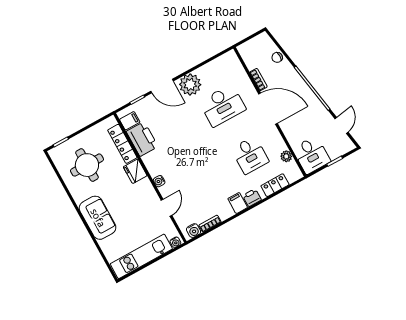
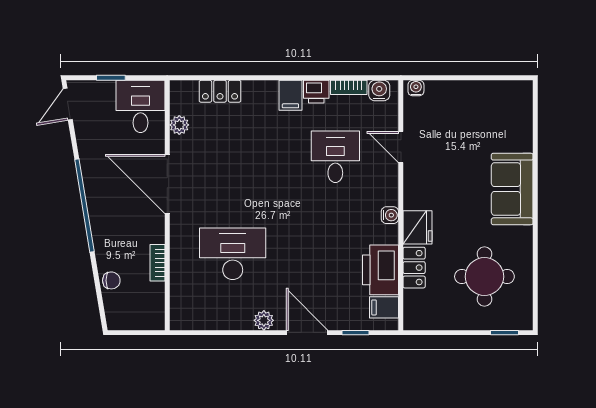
plant: (190, 85) -> (264, 320), width x0.53, depth x0.53
door: (268, 109) -> (167, 184), moved
door: (341, 125) -> (68, 104), moved
locker: (122, 144) -> (414, 268), width x0.66
desk: (250, 155) -> (335, 157), moved
water cooler: (159, 181) -> (390, 215), moved
printer: (252, 198) -> (316, 92), moved
door: (166, 208) -> (401, 147), hinge flipped
kitchen unit: (141, 256) -> (479, 95), removed

